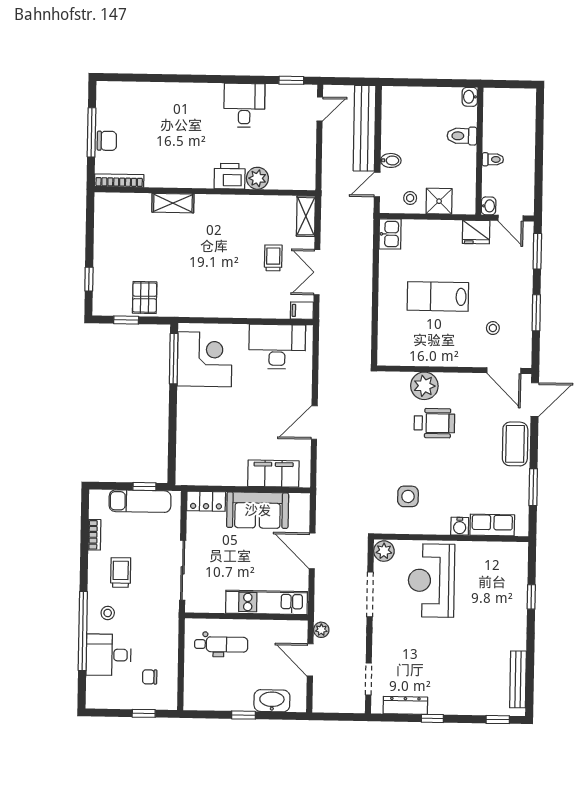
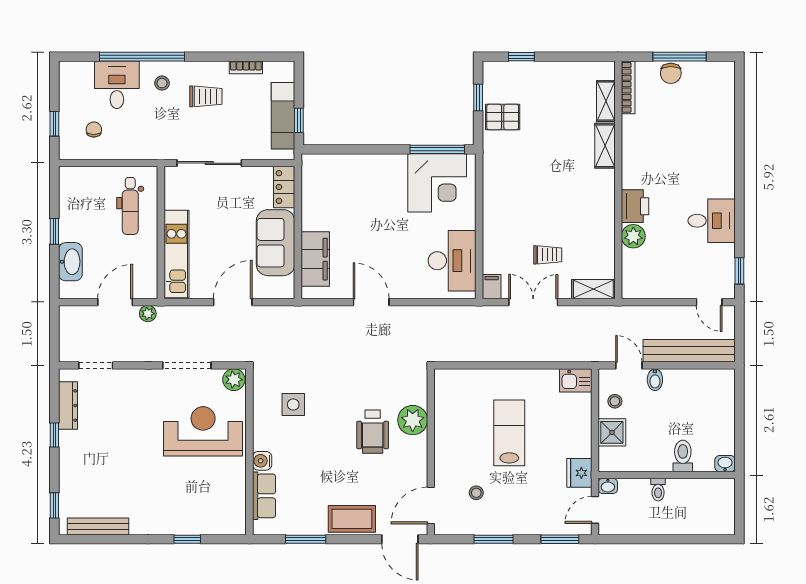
shelving: (132, 201) -> (606, 101), added

